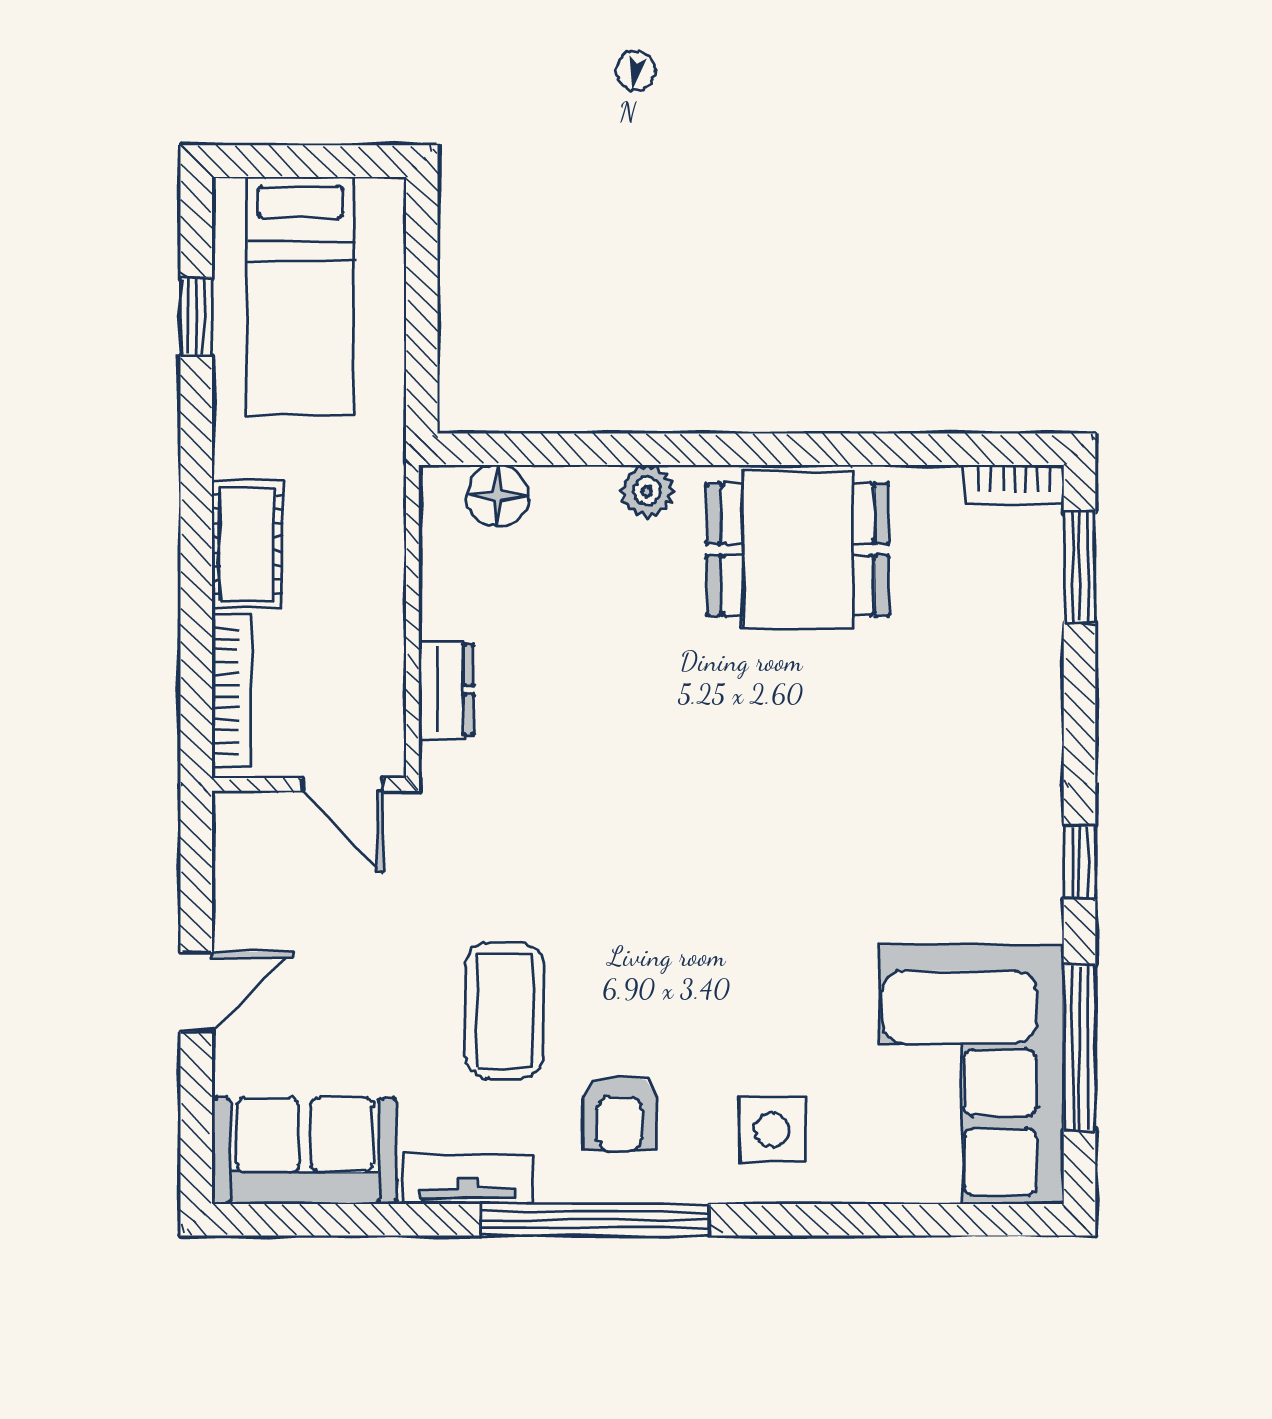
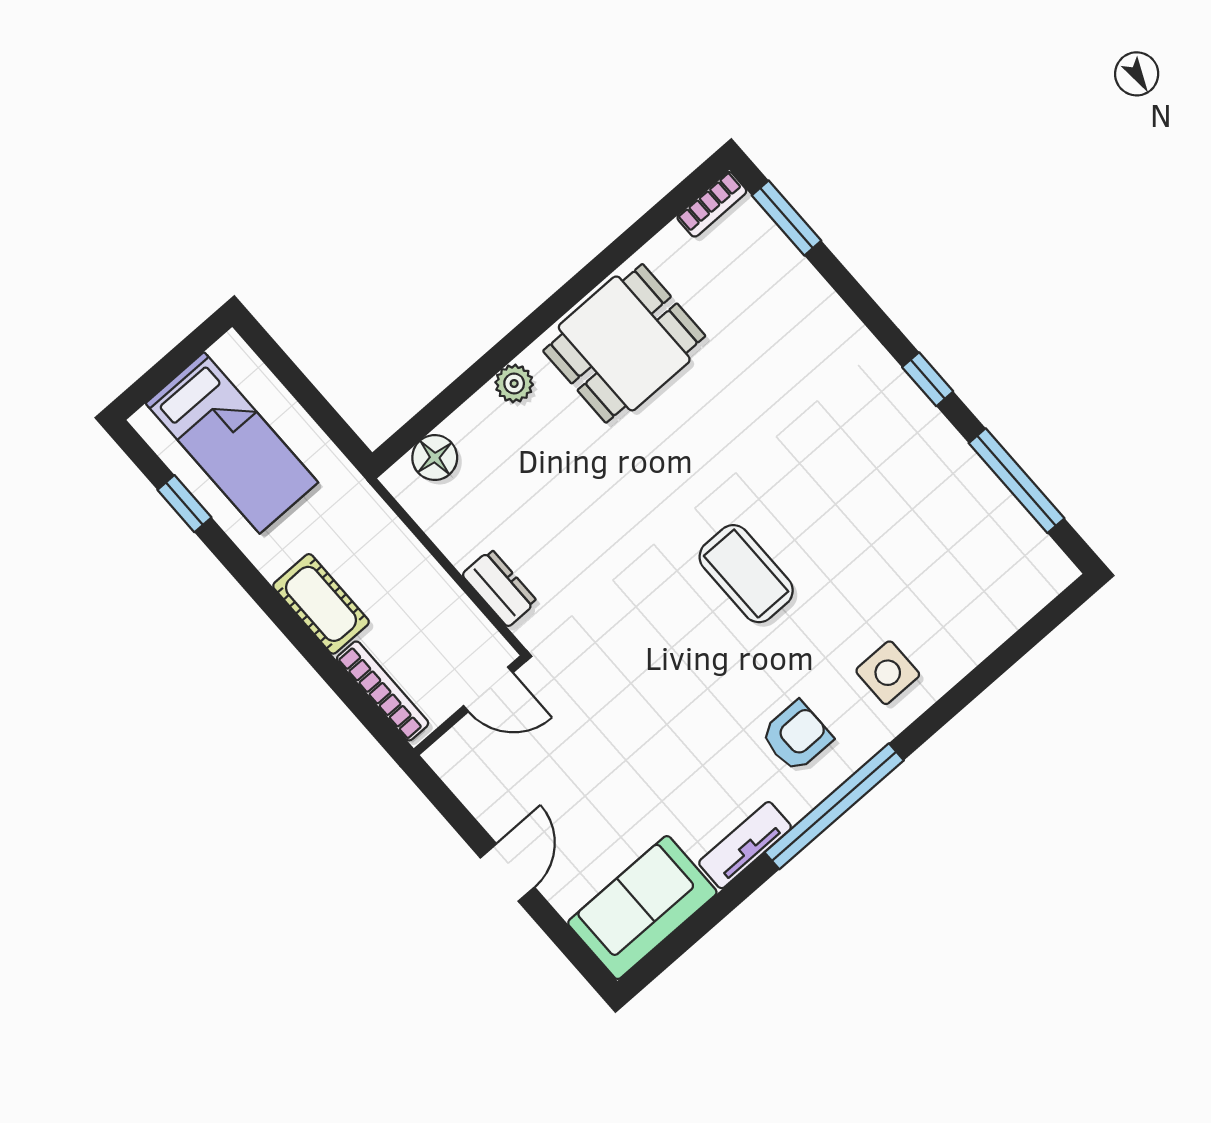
coffee table: (505, 1011) -> (746, 574), moved
corner sofa: (971, 1074) -> (970, 547), removed
armchair: (620, 1113) -> (796, 736), turned -90

